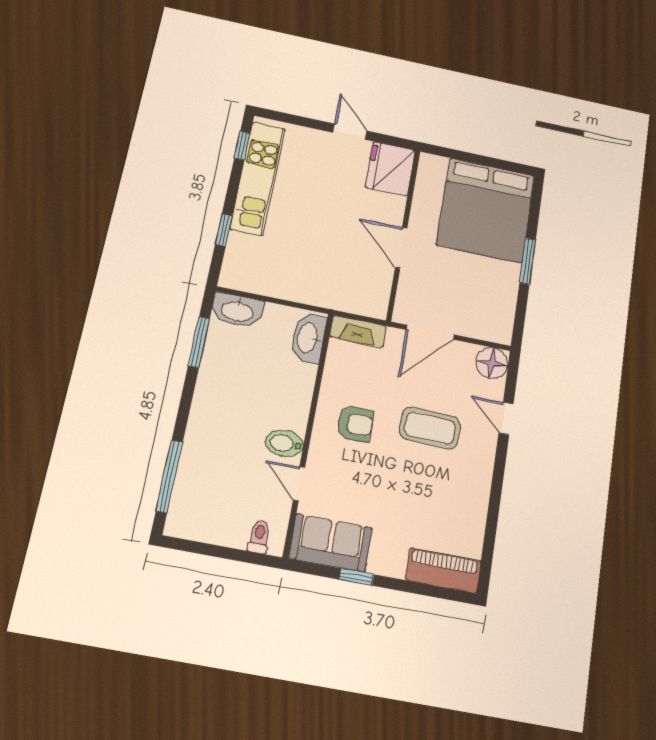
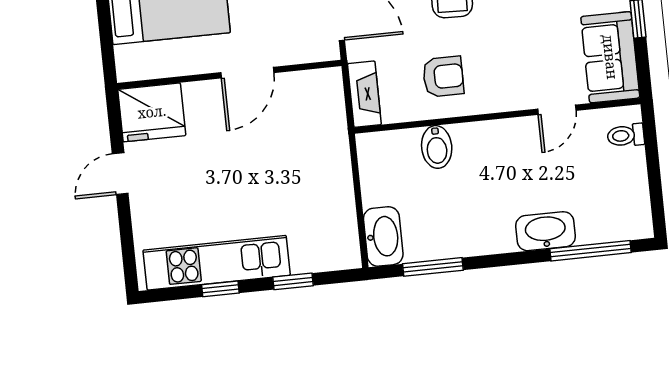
window: (242, 146) -> (220, 289), moved
washbasin: (308, 338) -> (546, 231), moved, turned 180
armchair: (355, 424) -> (443, 77), moved, turned 90
bidet: (285, 443) -> (437, 147), moved

